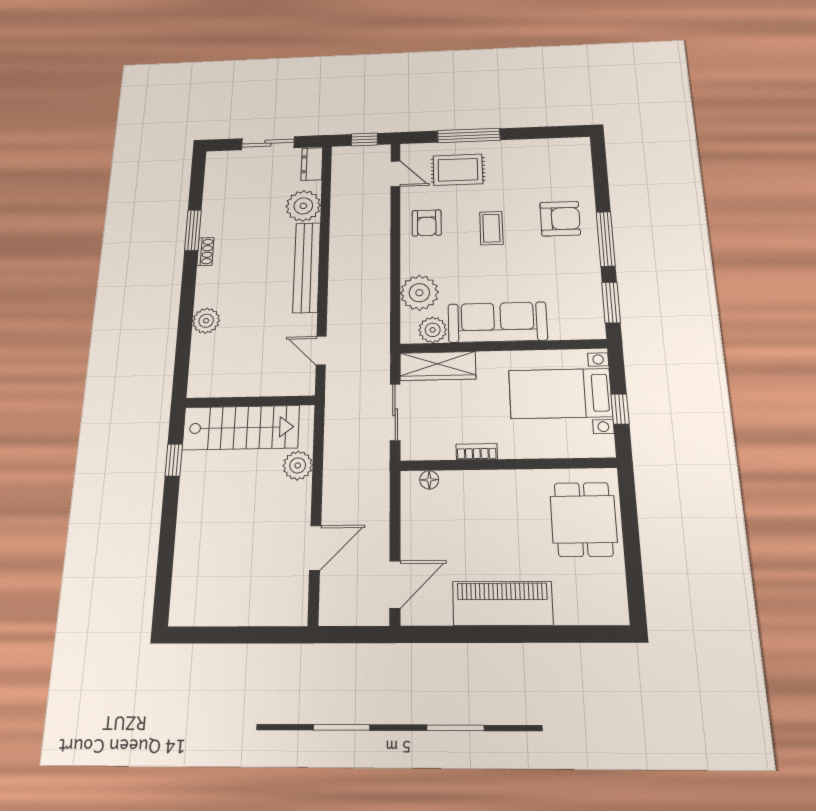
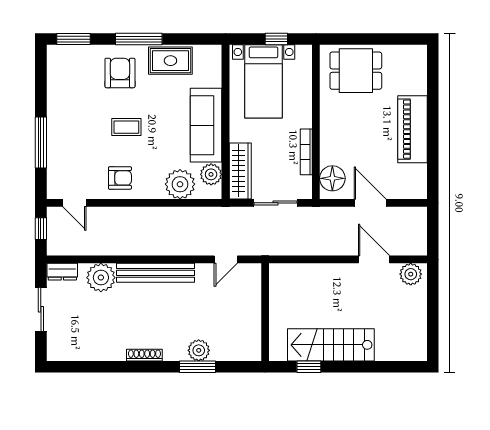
rug: (458, 170) -> (170, 61), moved, turned 90
door: (395, 174) -> (74, 203), swing flipped
window: (193, 230) -> (198, 367), moved
shoe rack: (205, 252) -> (144, 355), width x1.43
window: (611, 303) -> (74, 39), moved
stairs: (241, 428) -> (331, 345), moved, turned -90
bookcase: (477, 452) -> (306, 152), width x1.56
plant: (298, 465) -> (411, 274), moved
floor lamp: (429, 480) -> (332, 178), width x1.89, depth x1.89
door: (395, 585) -> (370, 203), moved

